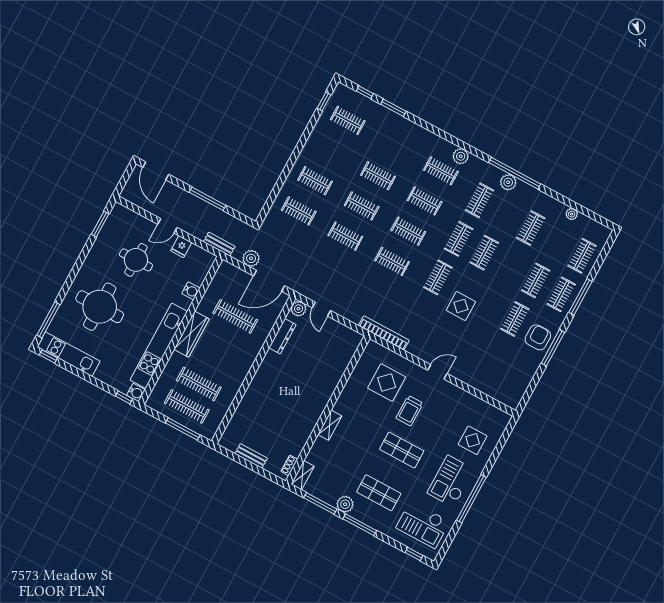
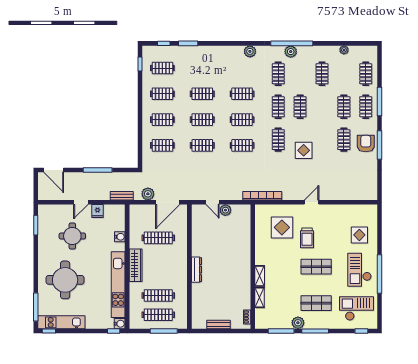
clothes rail: (441, 171) -> (162, 94), moved
plant: (299, 309) -> (225, 210), moved
dresser: (282, 336) -> (196, 270), moved
shelving: (303, 475) -> (259, 298), moved
checkout: (423, 525) -> (357, 308), turned 180

